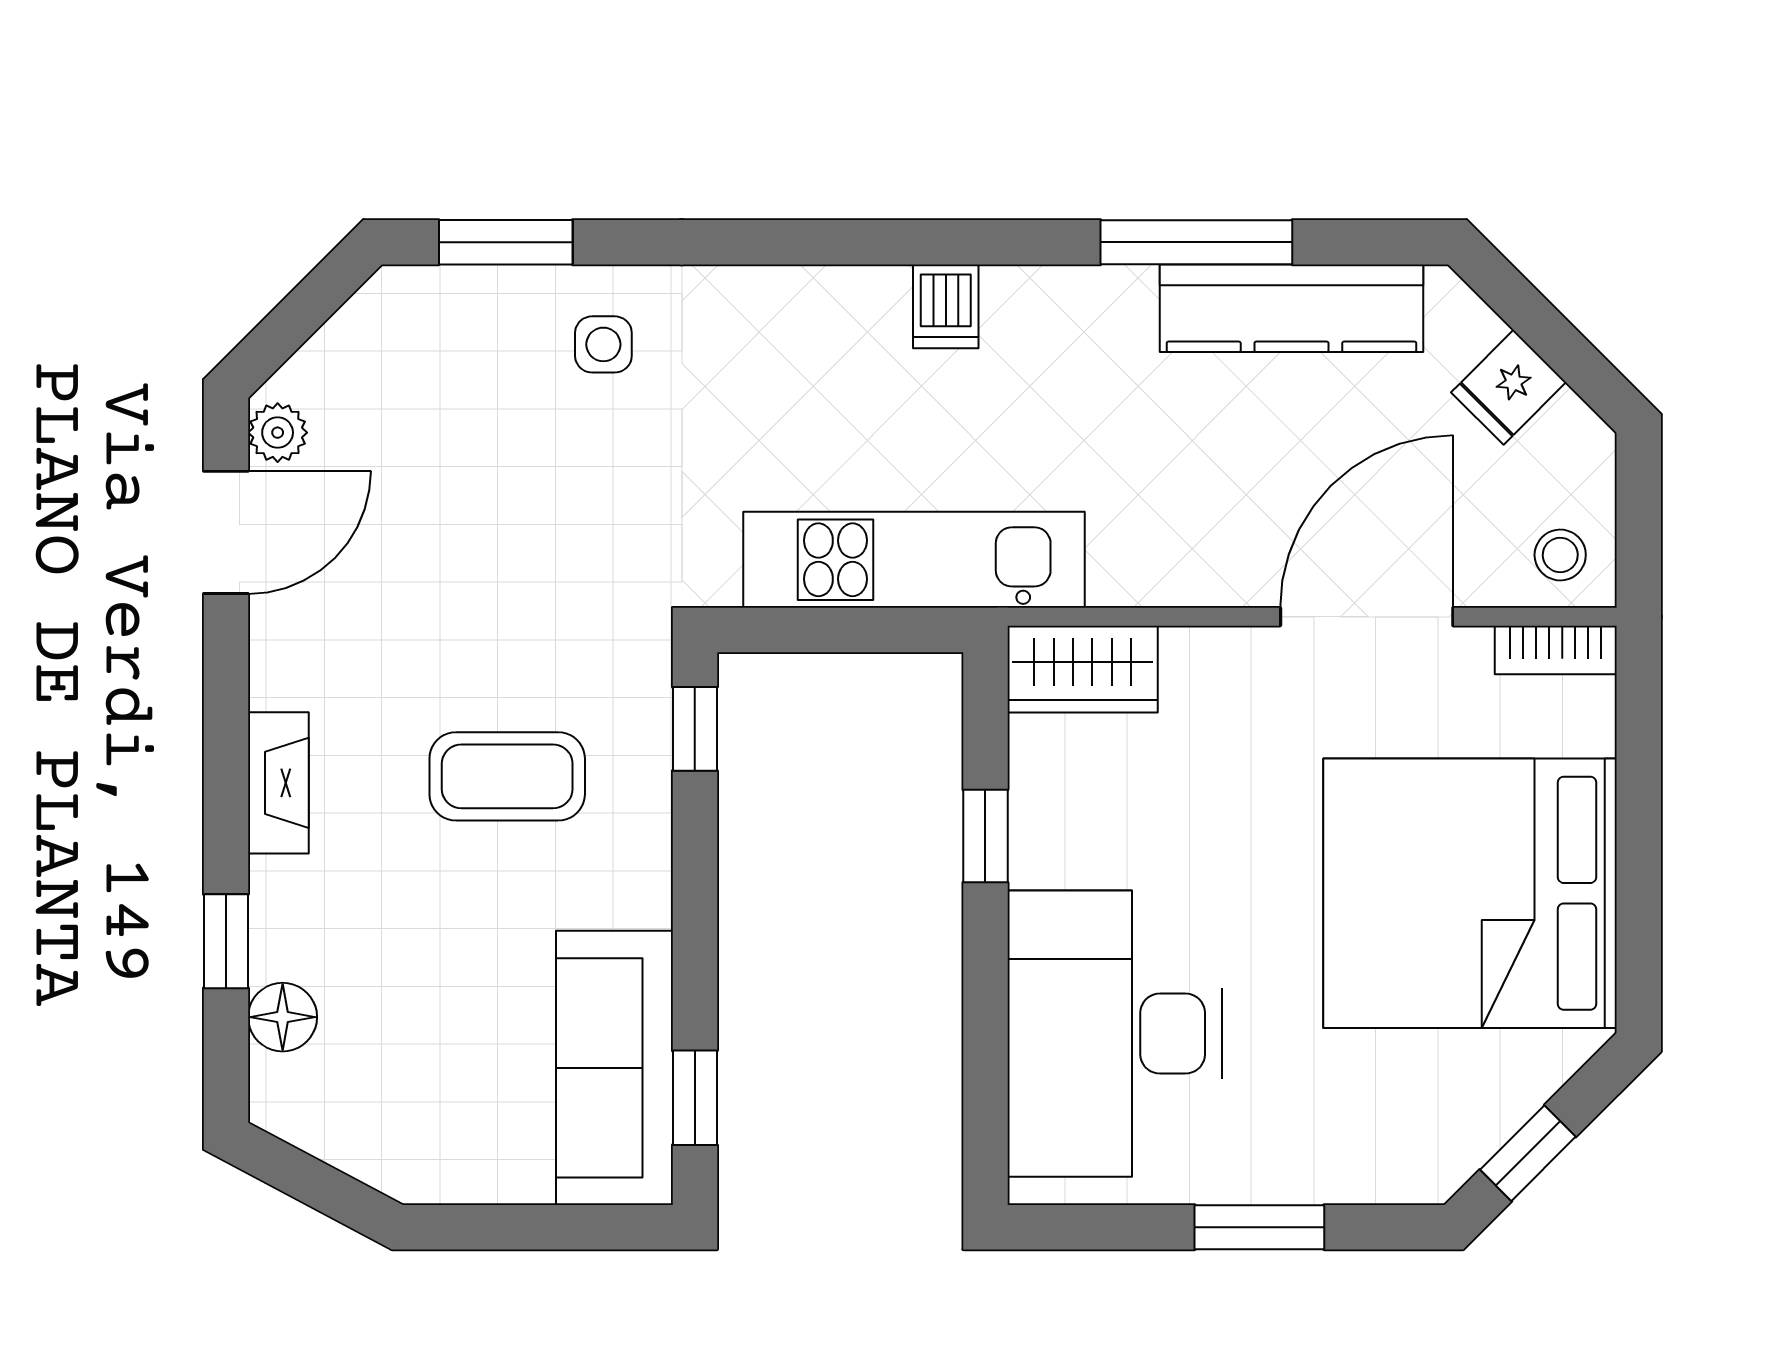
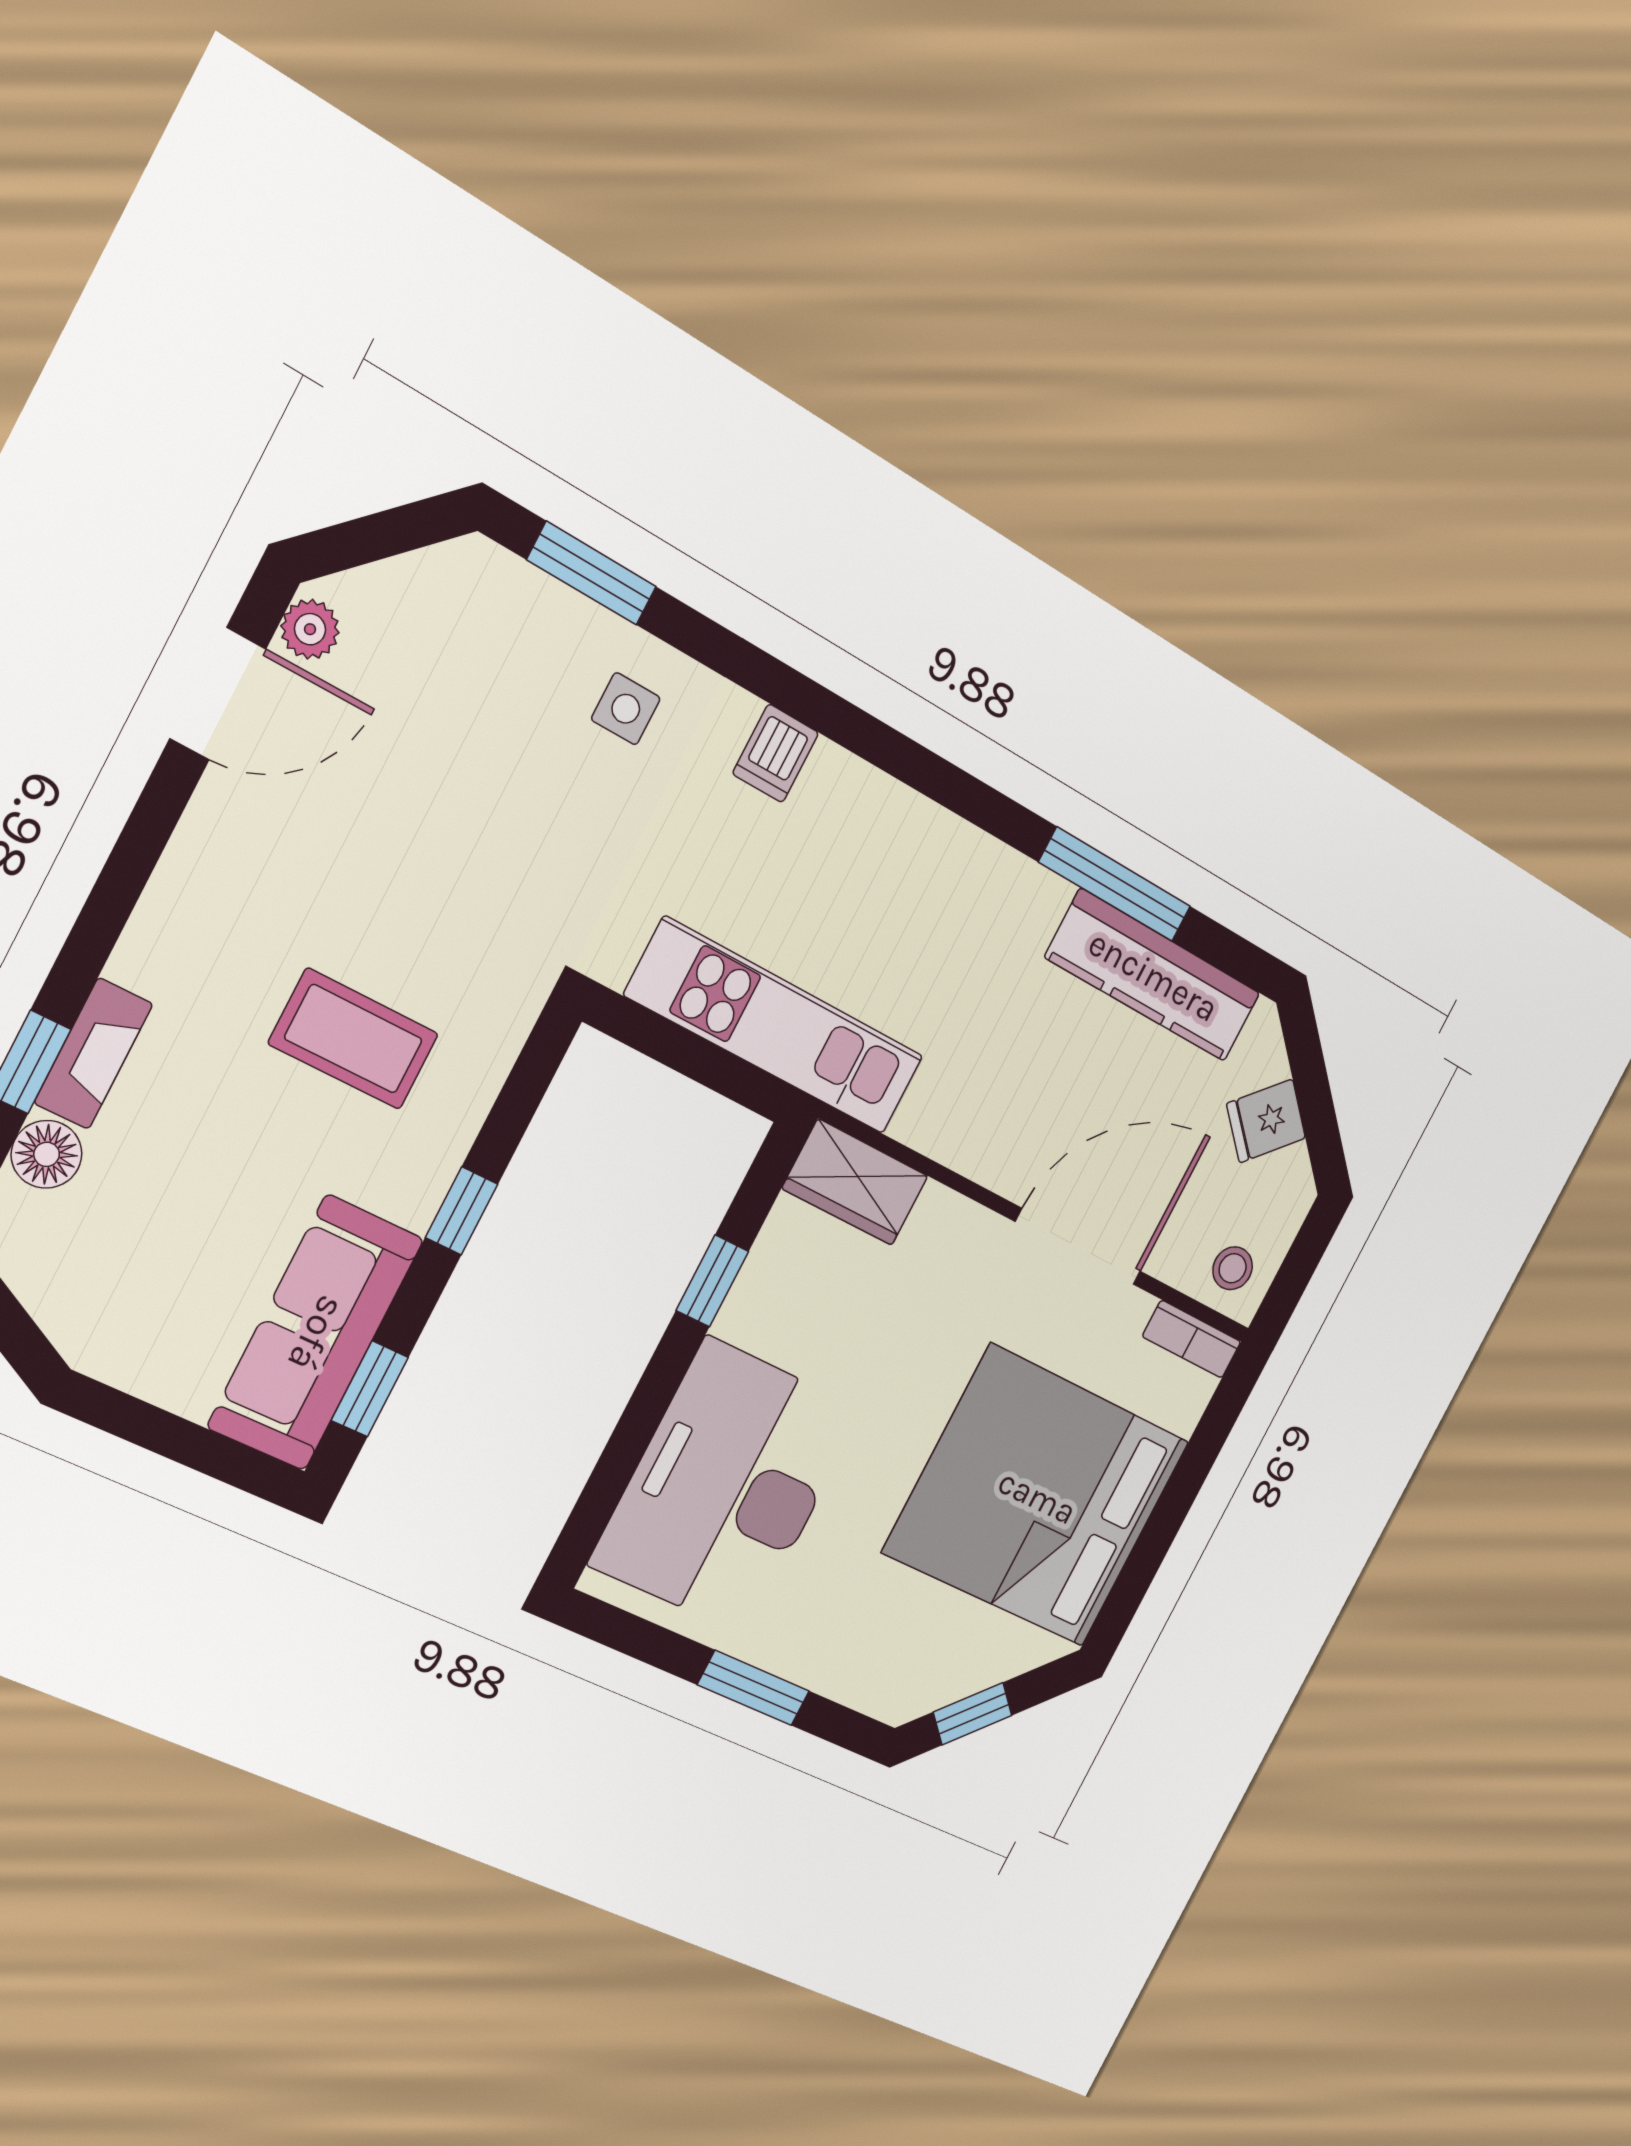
dishwasher: (946, 306) -> (776, 753), moved
window: (695, 729) -> (462, 1211), moved
fireplace: (278, 783) -> (94, 1053), moved

